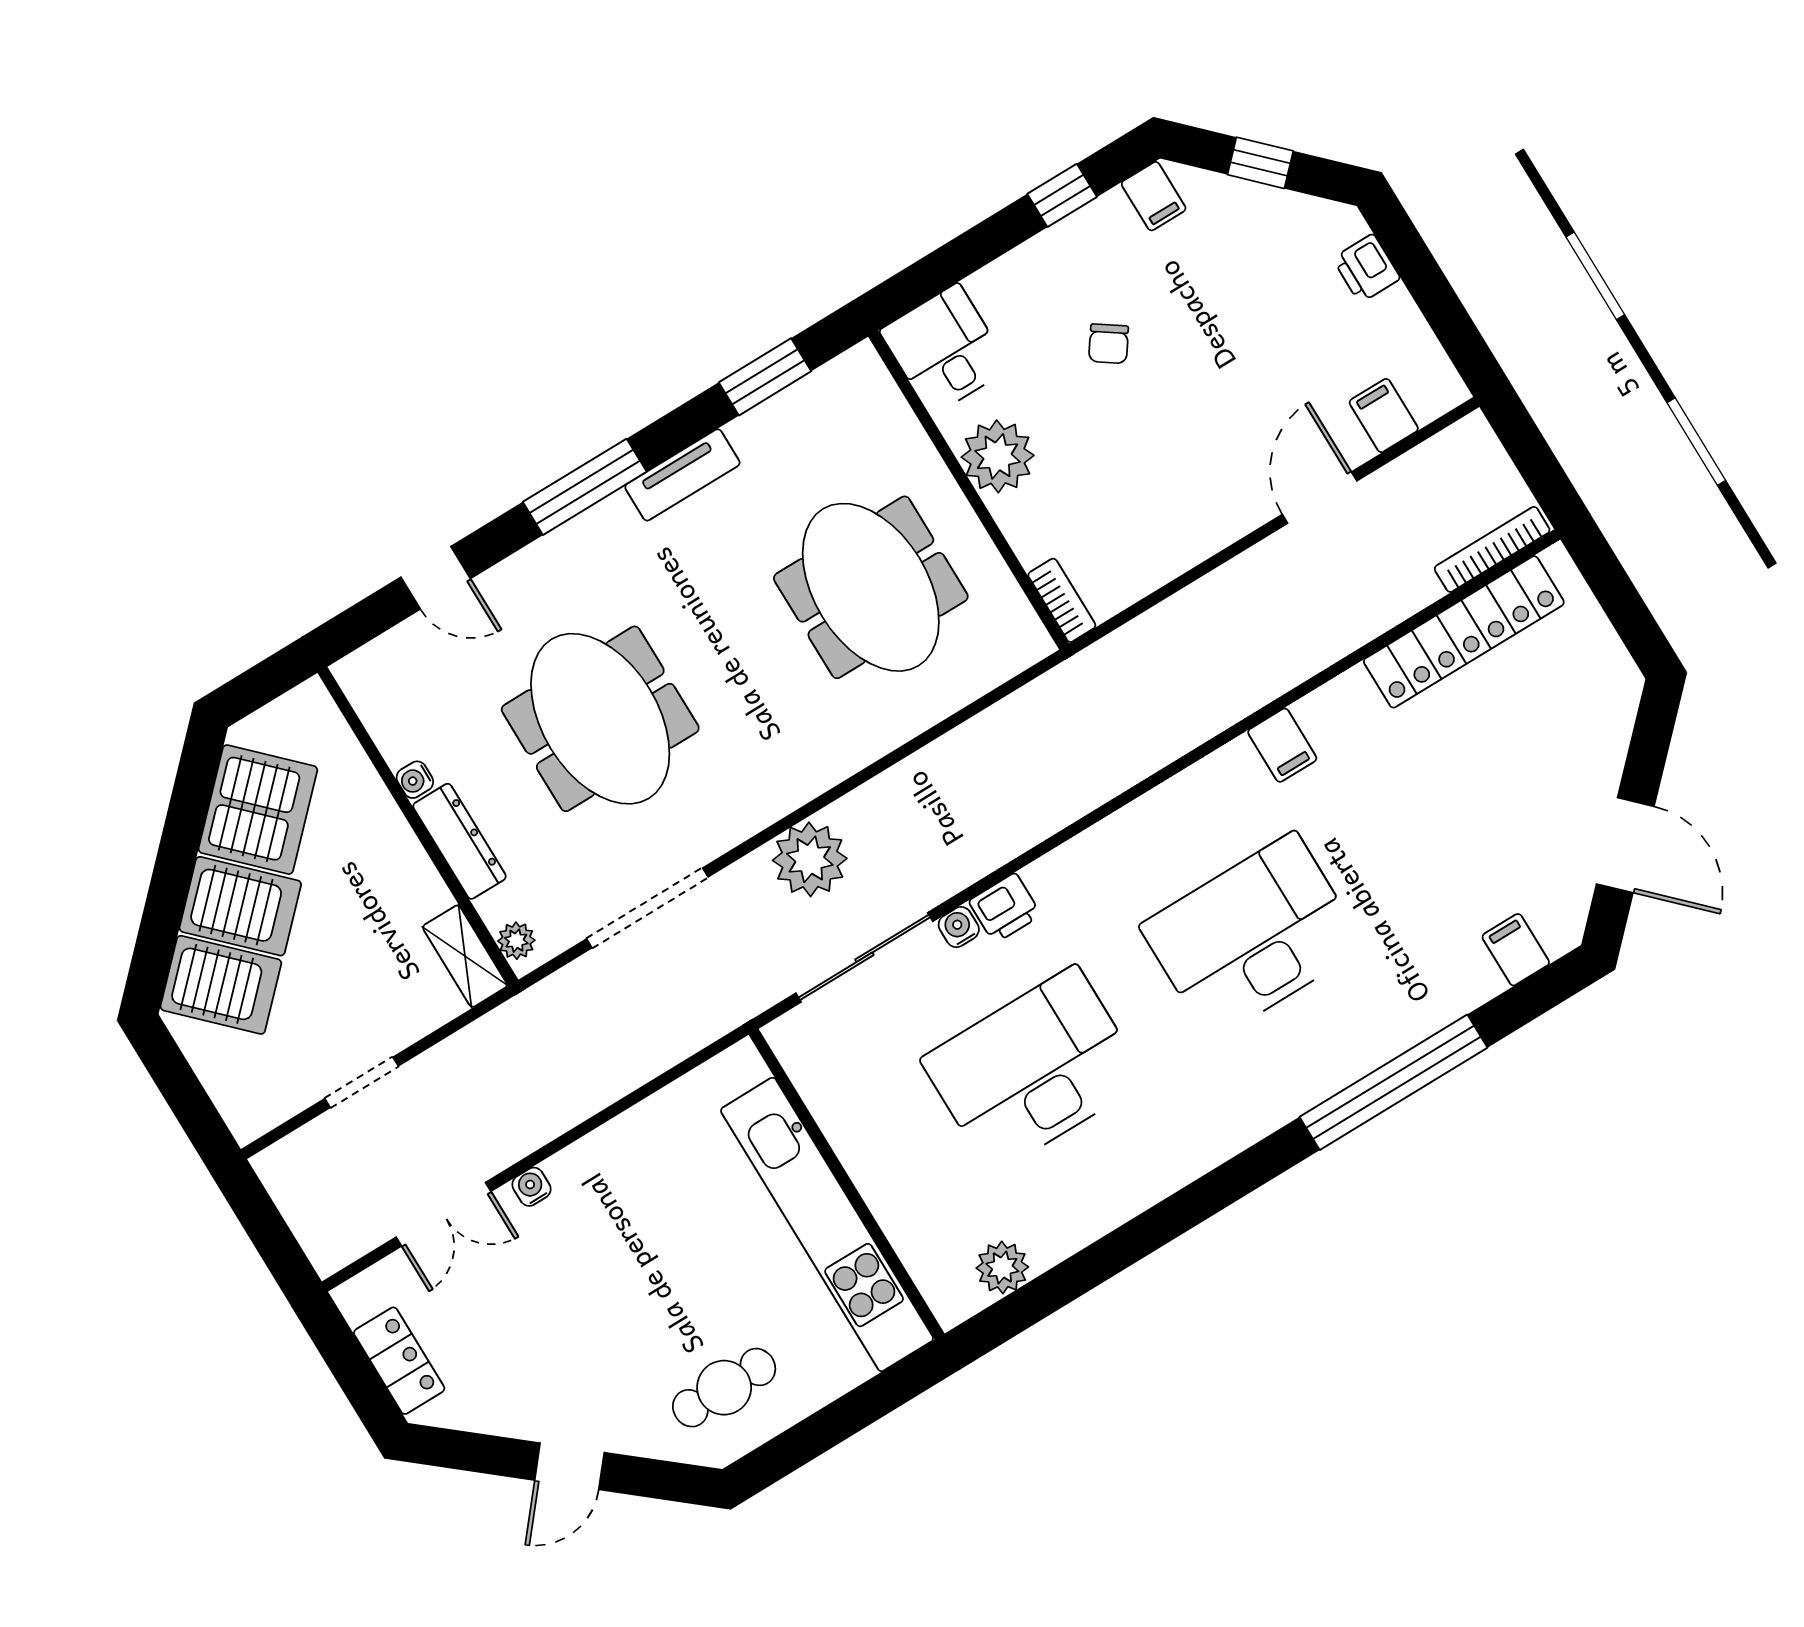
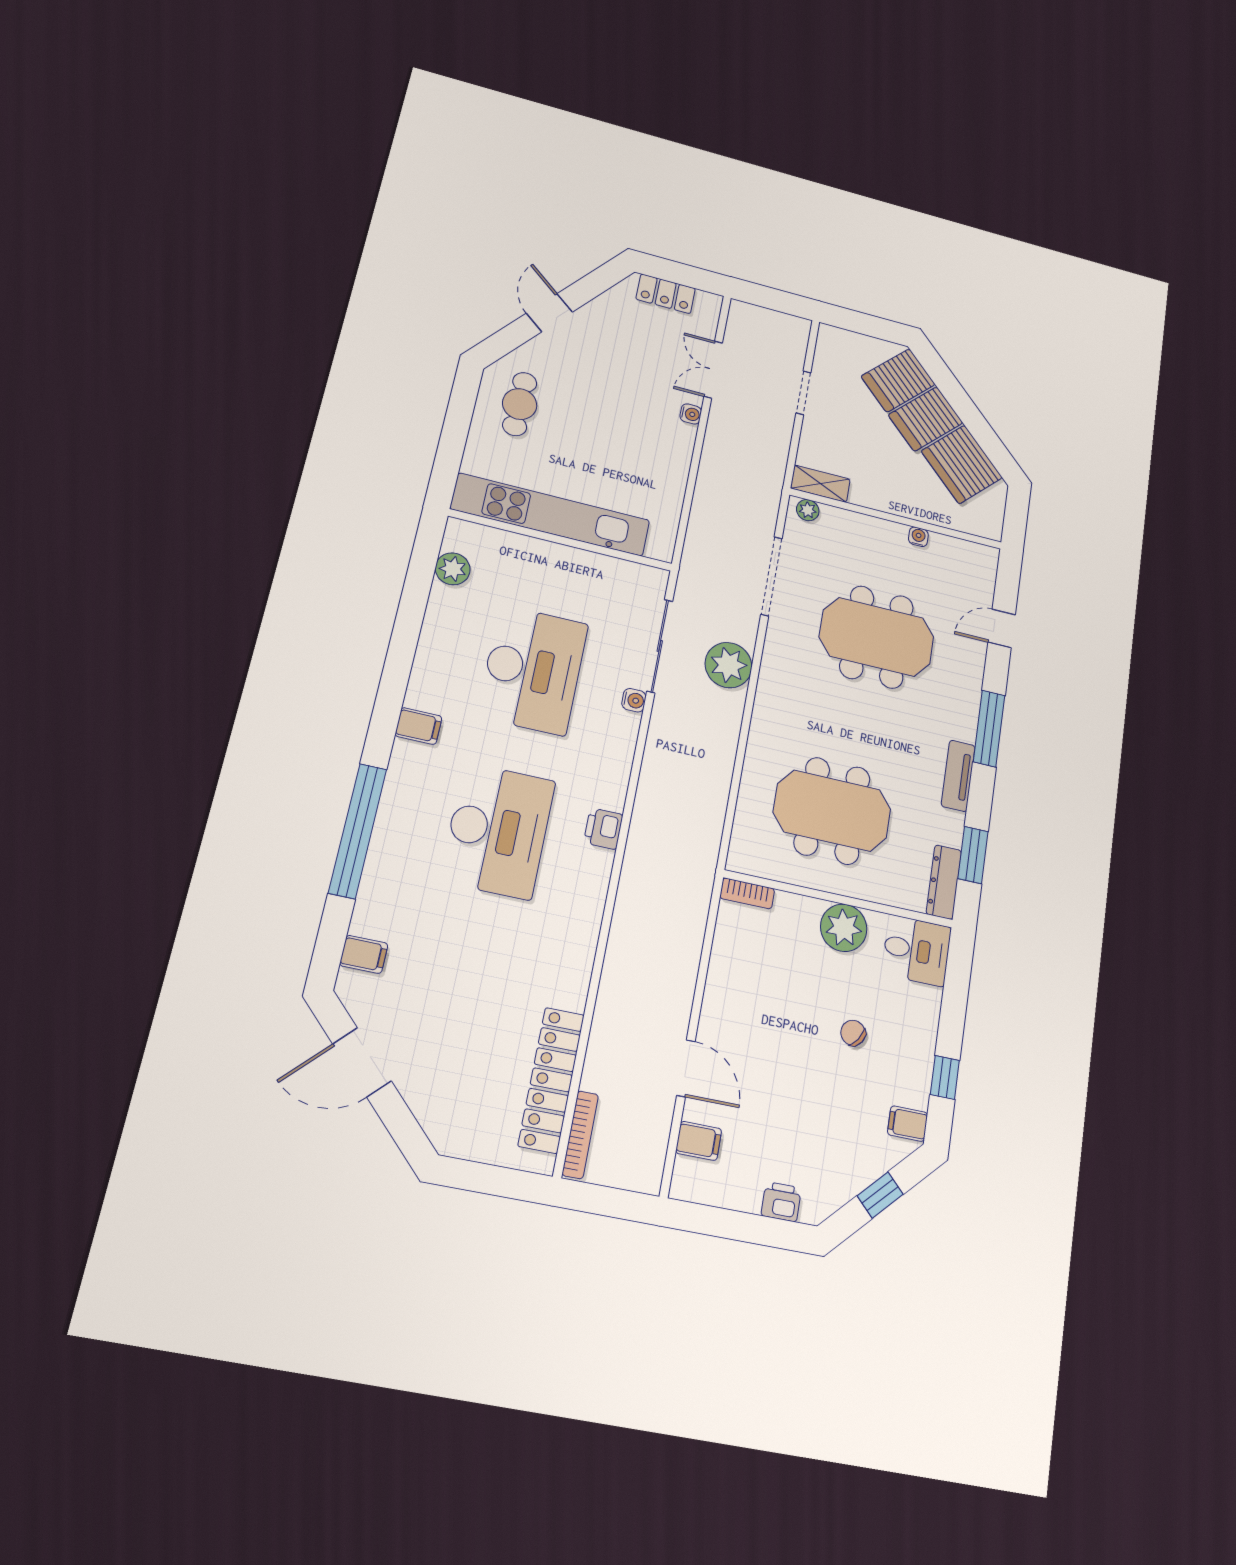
filing cabinet: (1282, 745) -> (418, 726), moved, turned 180
dresser: (459, 841) -> (944, 882), moved, turned 90
printer: (1005, 908) -> (603, 829), moved

